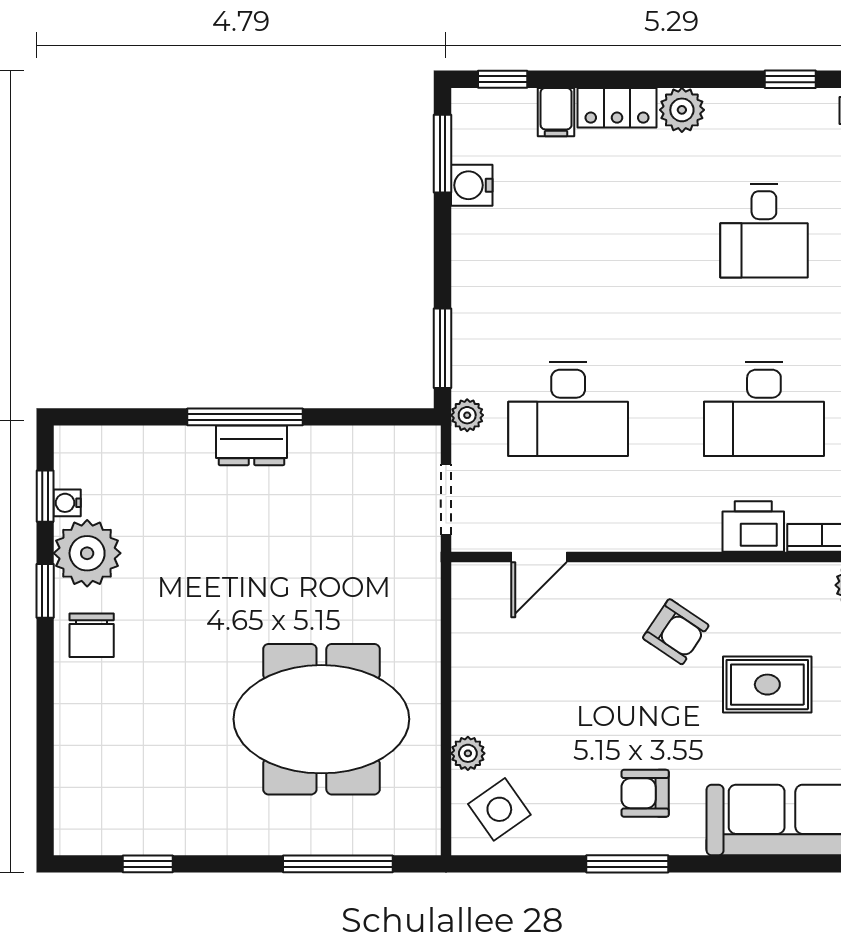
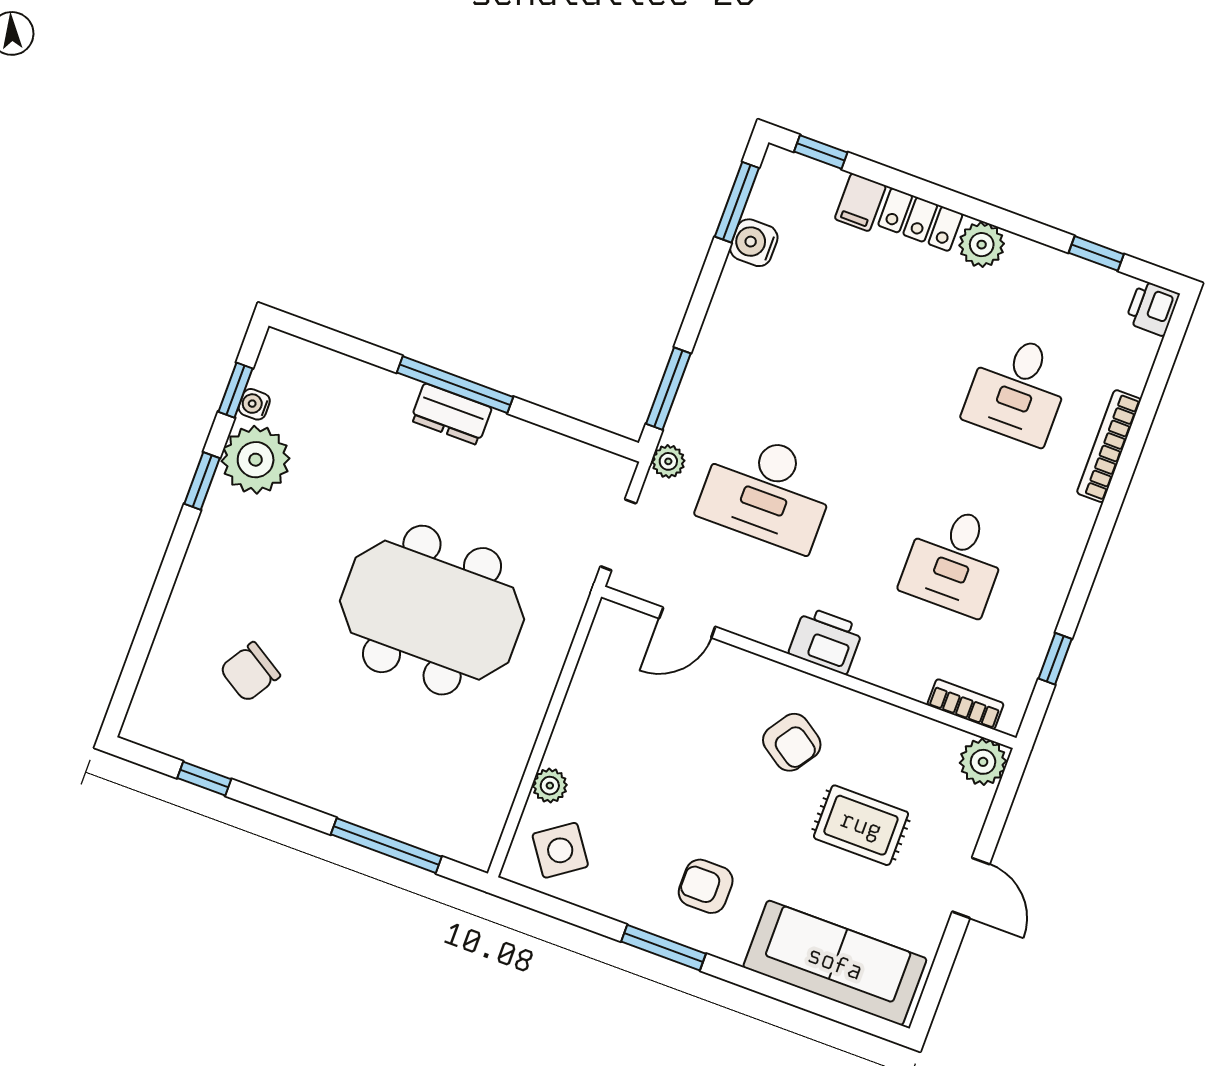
desk: (764, 409) -> (955, 560), width x0.73
printer: (753, 527) -> (826, 641), moved
chair: (92, 635) -> (250, 672), moved, turned 32
meeting table: (321, 719) -> (432, 610), moved

